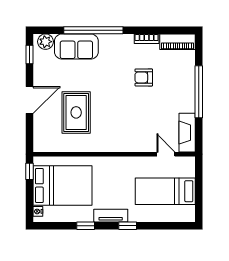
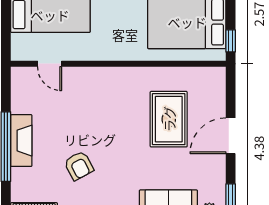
armchair: (144, 77) -> (79, 166), turned 62
fireplace: (187, 133) -> (21, 141), moved

